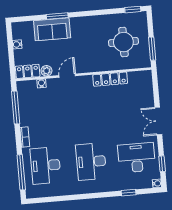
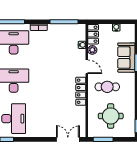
cafe table: (89, 49) -> (107, 87), added
locker: (110, 79) -> (81, 91), moved
double door: (158, 121) -> (68, 139), moved

